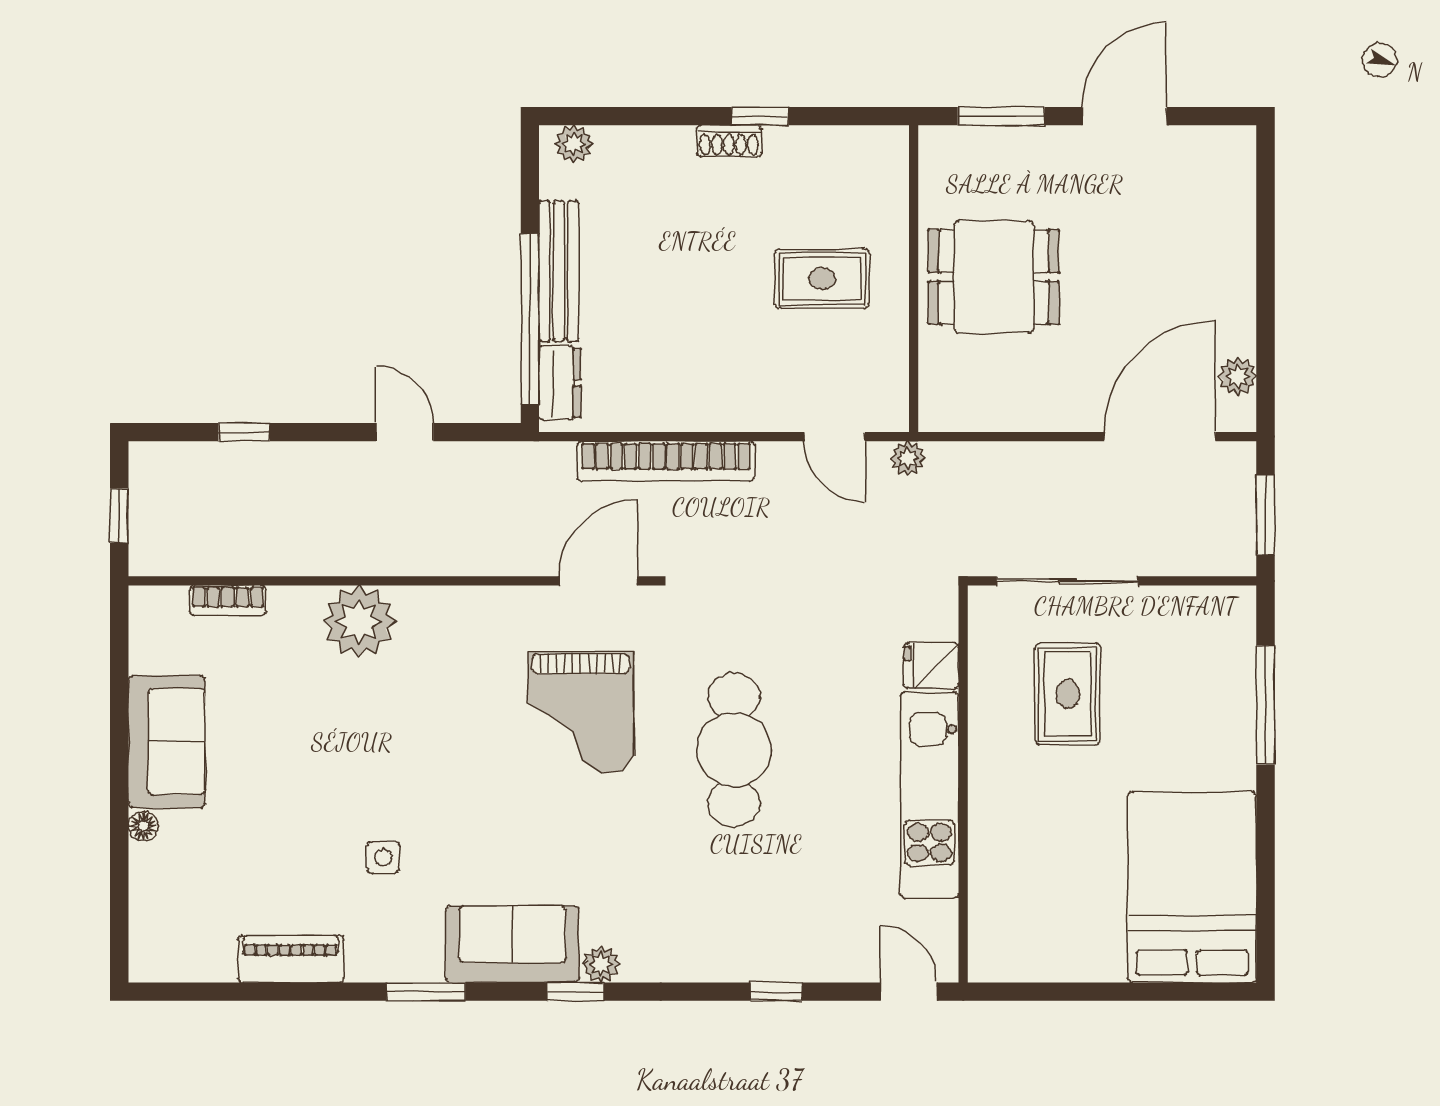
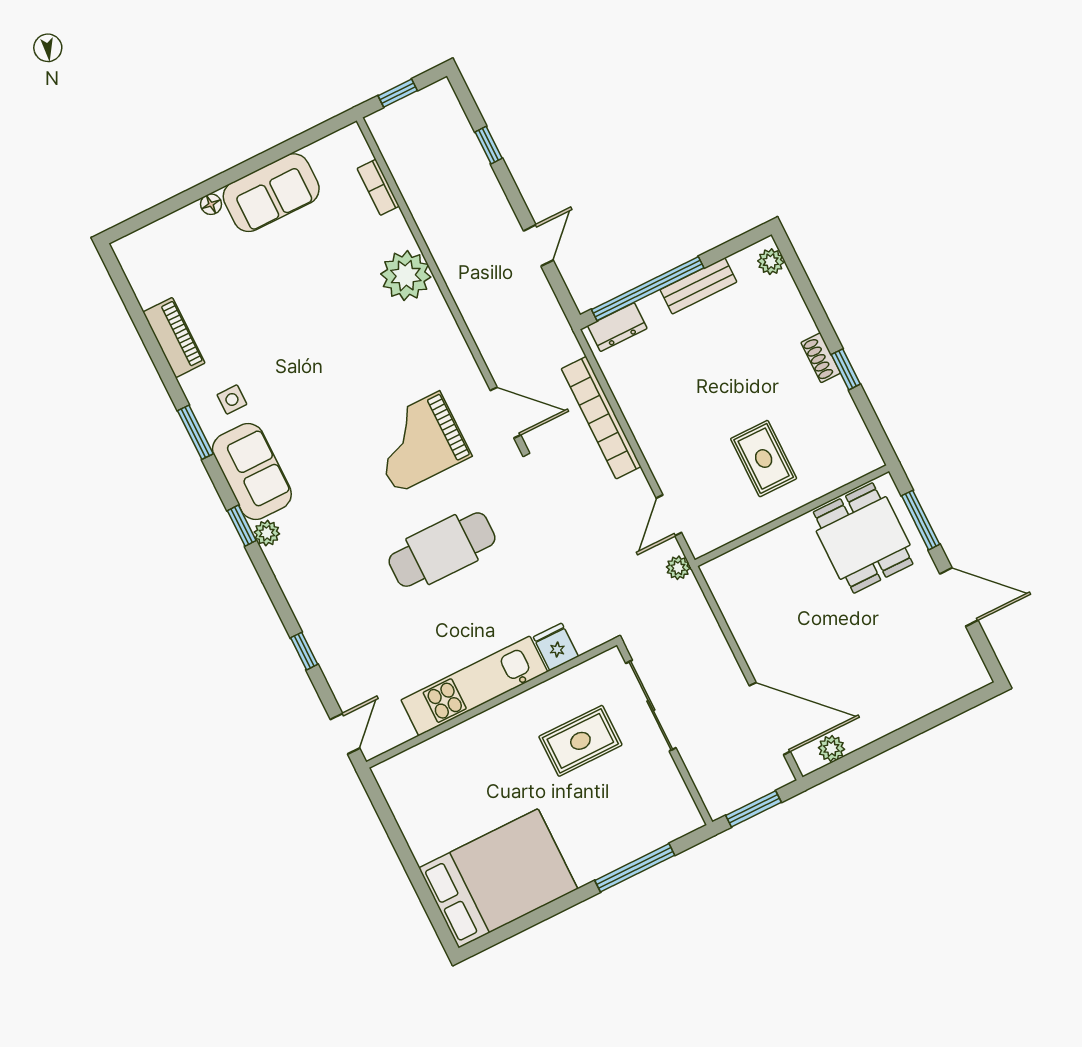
bench: (559, 271) -> (698, 286), width x0.73
dining table: (994, 277) -> (863, 538), moved
side table: (383, 857) -> (232, 399), moved

